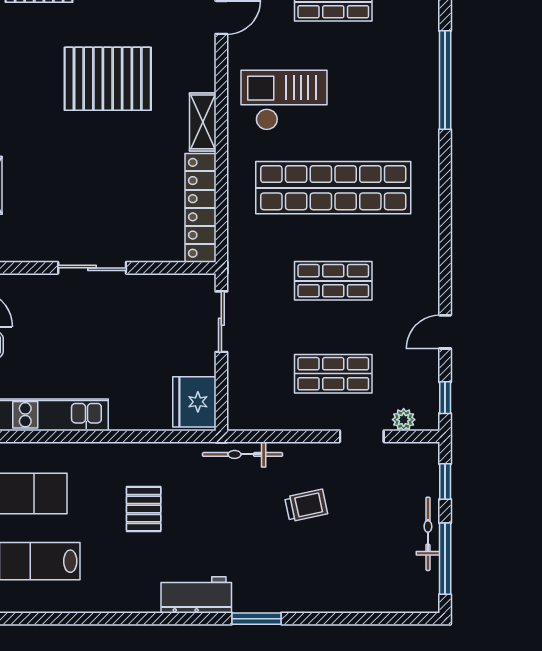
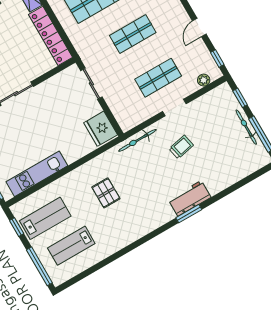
doorway: (362, 436) -> (174, 108), moved
workbench: (196, 595) -> (190, 198), moved

